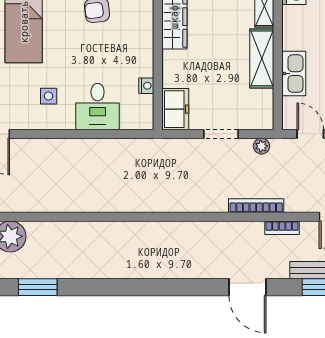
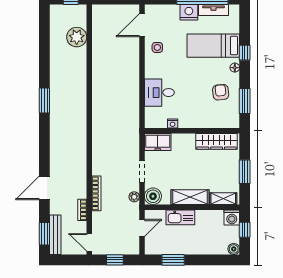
side table: (49, 96) -> (157, 47), moved
boiler: (261, 117) -> (153, 196), added
window: (38, 287) -> (44, 100), moved

